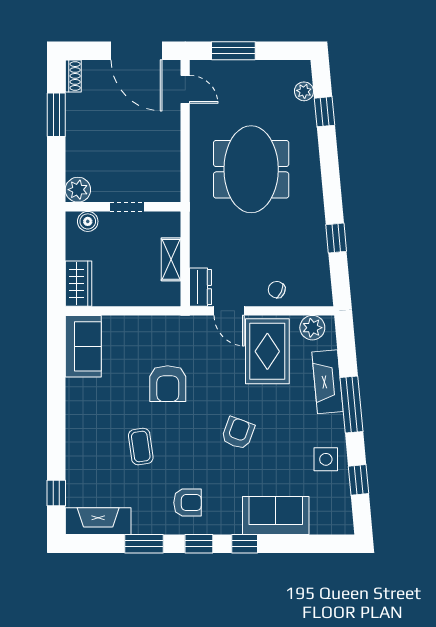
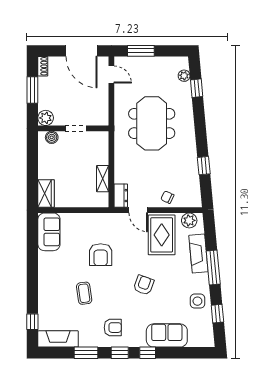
plant: (78, 190) -> (46, 118), moved
wall: (123, 207) -> (73, 128), moved
doorway: (127, 207) -> (76, 128), moved
boiler: (88, 221) -> (52, 137), moved

